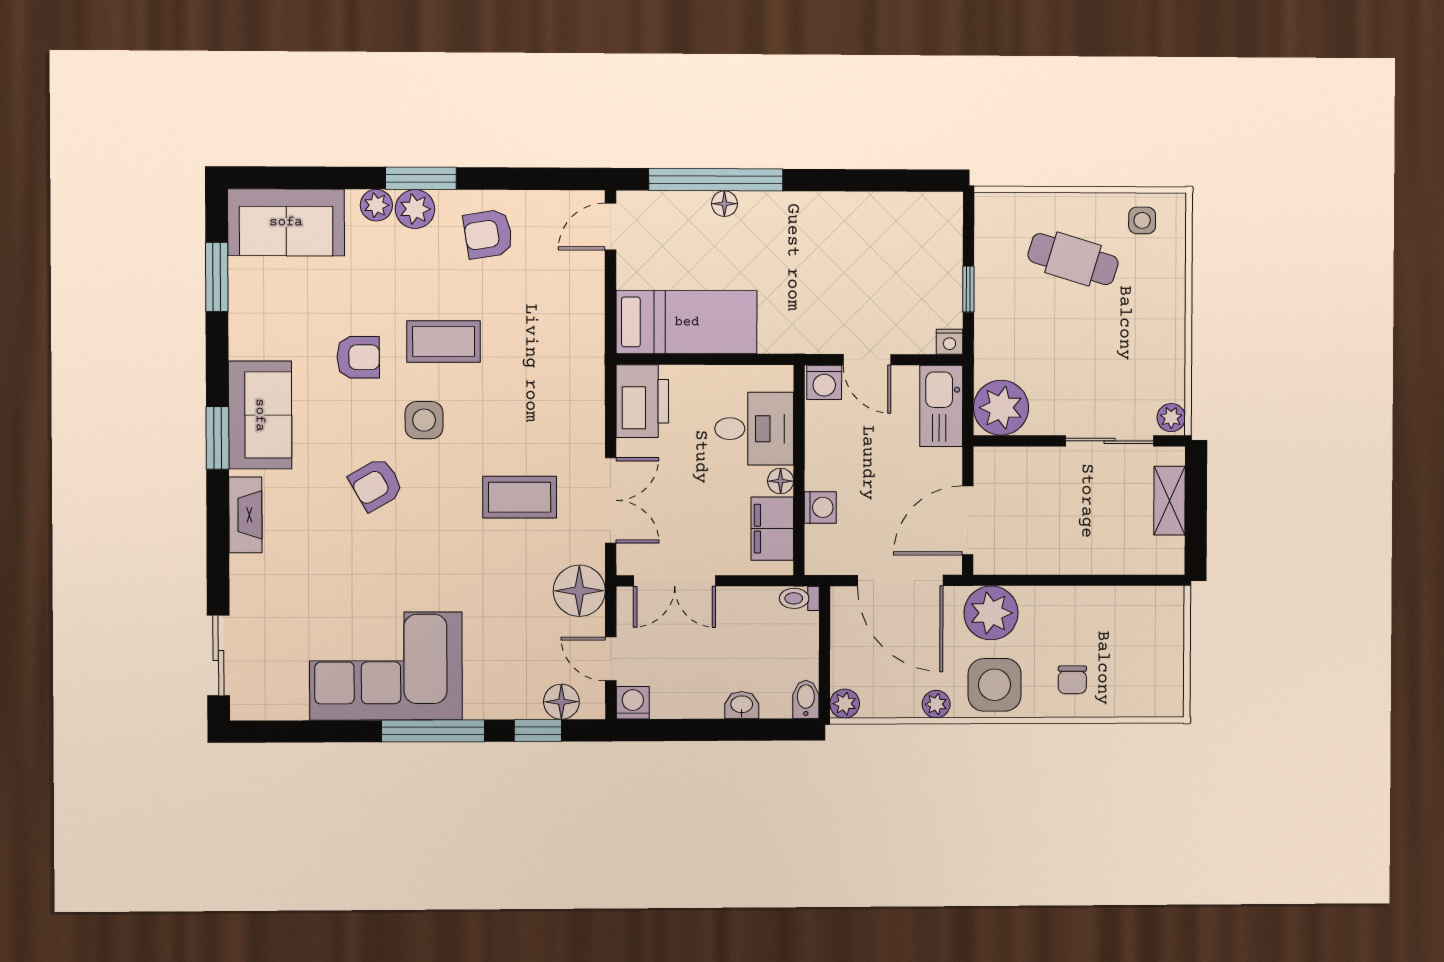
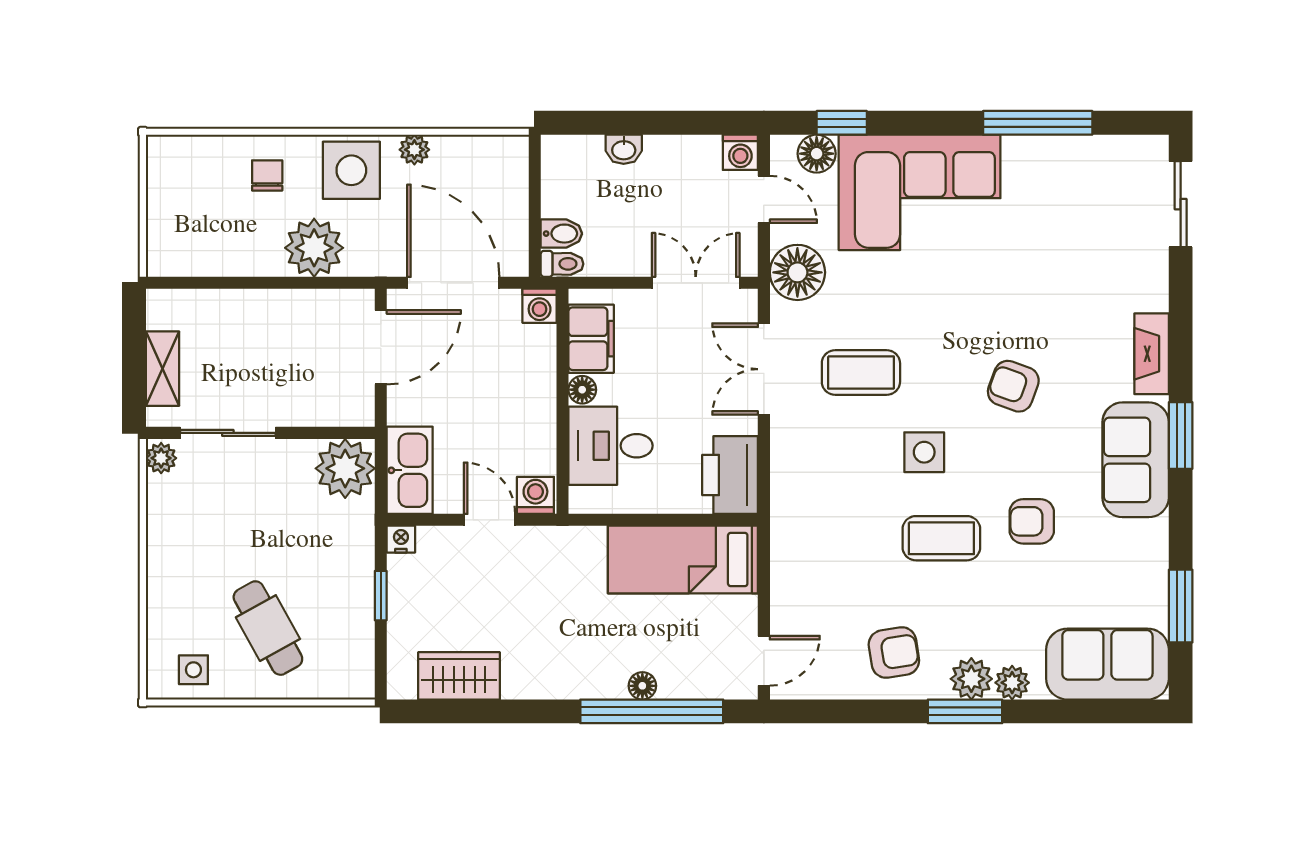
wardrobe: (896, 214) -> (459, 676), added
cafe table: (1073, 259) -> (268, 628), turned 44
side table: (424, 420) -> (924, 452), moved
armchair: (376, 484) -> (1013, 386), turned -130
washing machine: (820, 507) -> (540, 306), moved, turned -90
plant: (991, 613) -> (314, 248), moved
corner sofa: (386, 666) -> (920, 192), moved
bidet: (806, 699) -> (561, 234), moved, turned -90
plant: (845, 704) -> (513, 151), removed
window: (433, 731) -> (1038, 123), moved

